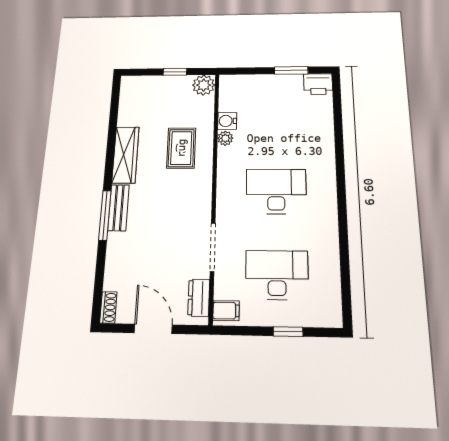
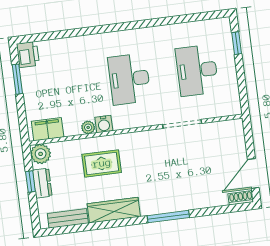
water cooler: (227, 121) -> (104, 124), moved
bench: (119, 208) -> (68, 218), moved
dresser: (199, 298) -> (42, 183), moved, turned -90
filing cabinet: (226, 311) -> (48, 129), moved, width x2.00
door: (153, 329) -> (253, 174), moved
window: (288, 332) -> (237, 43), moved

